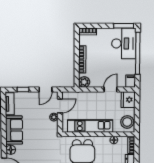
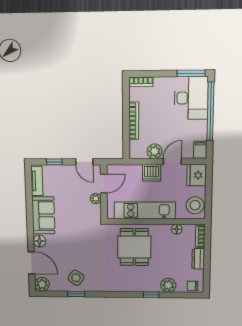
plant: (84, 82) -> (155, 151), moved
door: (46, 90) -> (84, 162), hinge flipped
dishwasher: (95, 98) -> (152, 173), added

